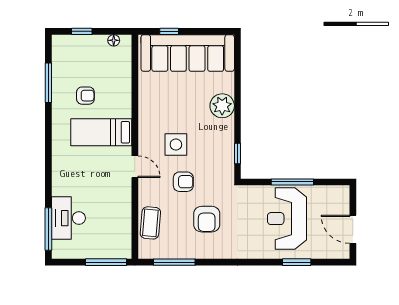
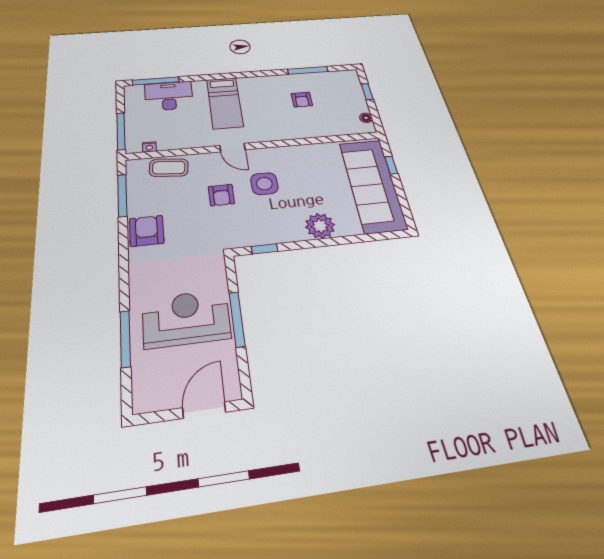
bed: (101, 132) -> (225, 103), moved, turned 180
door: (135, 167) -> (232, 148), hinge flipped
armchair: (207, 219) -> (147, 231), moved, turned 90
door: (353, 229) -> (204, 410), moved
nightstand: (126, 238) -> (149, 147), added
window: (297, 262) -> (125, 339), width x1.44

